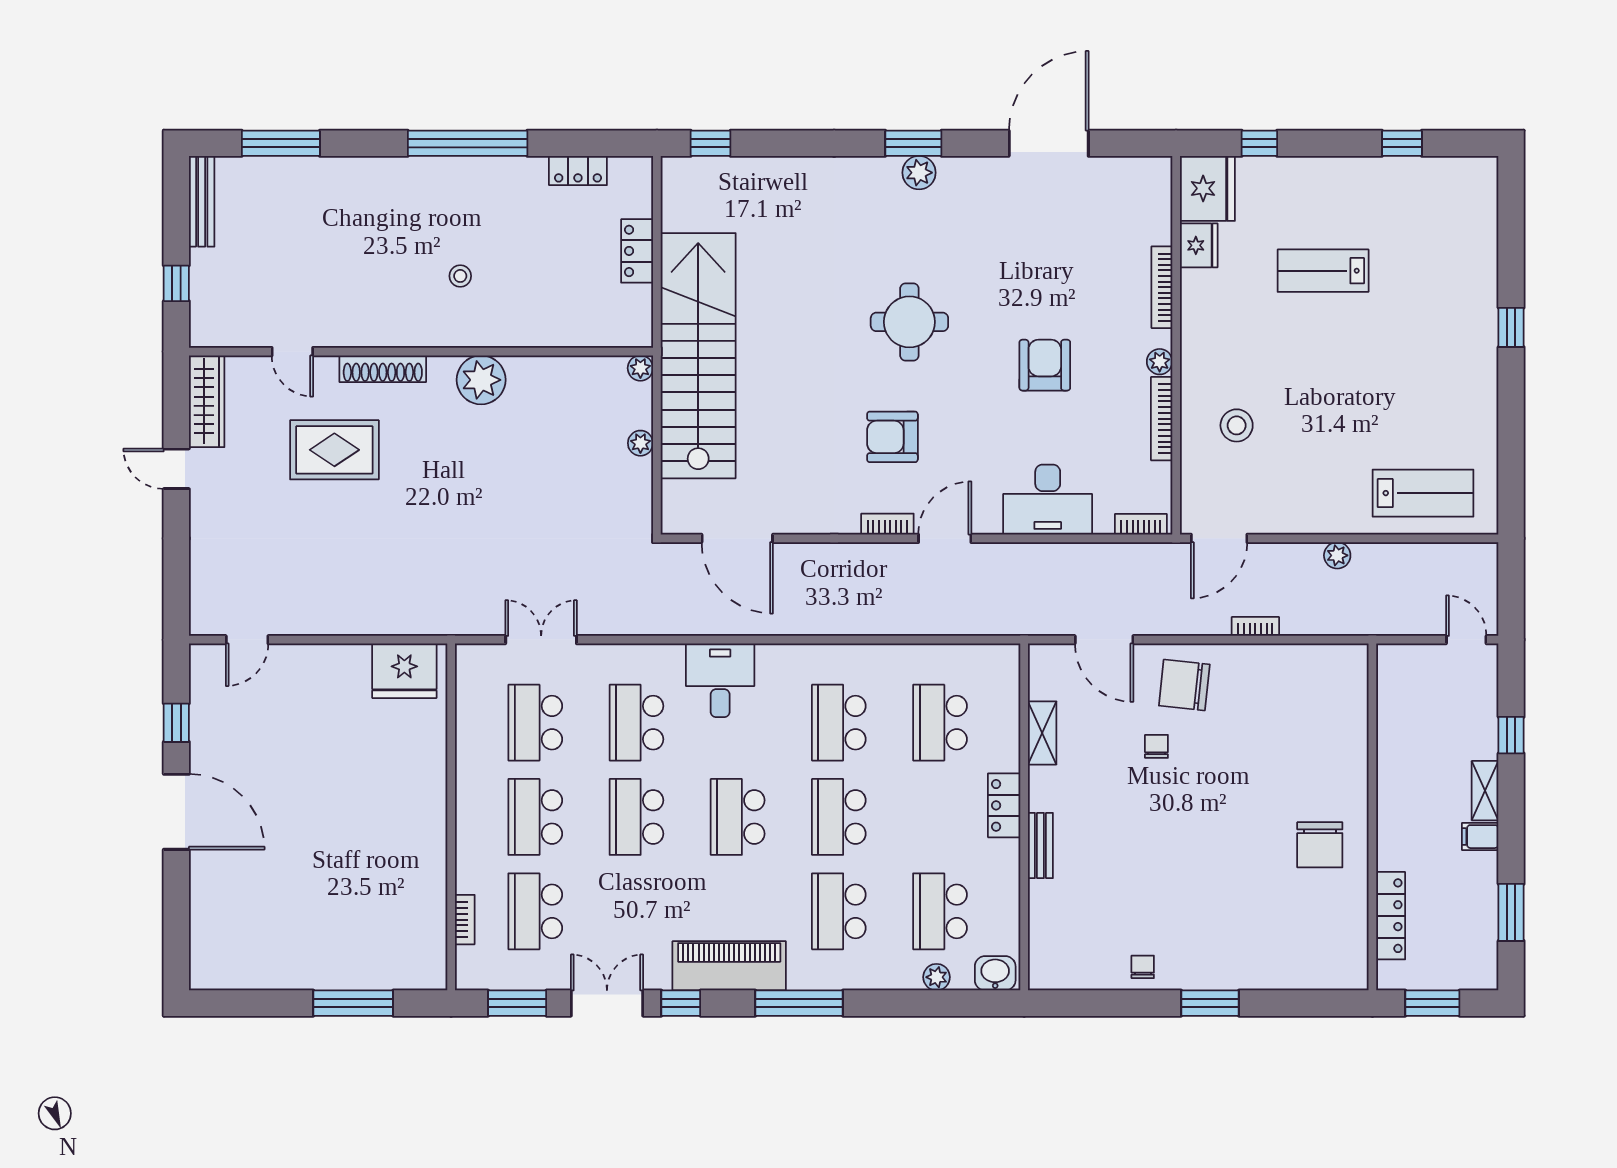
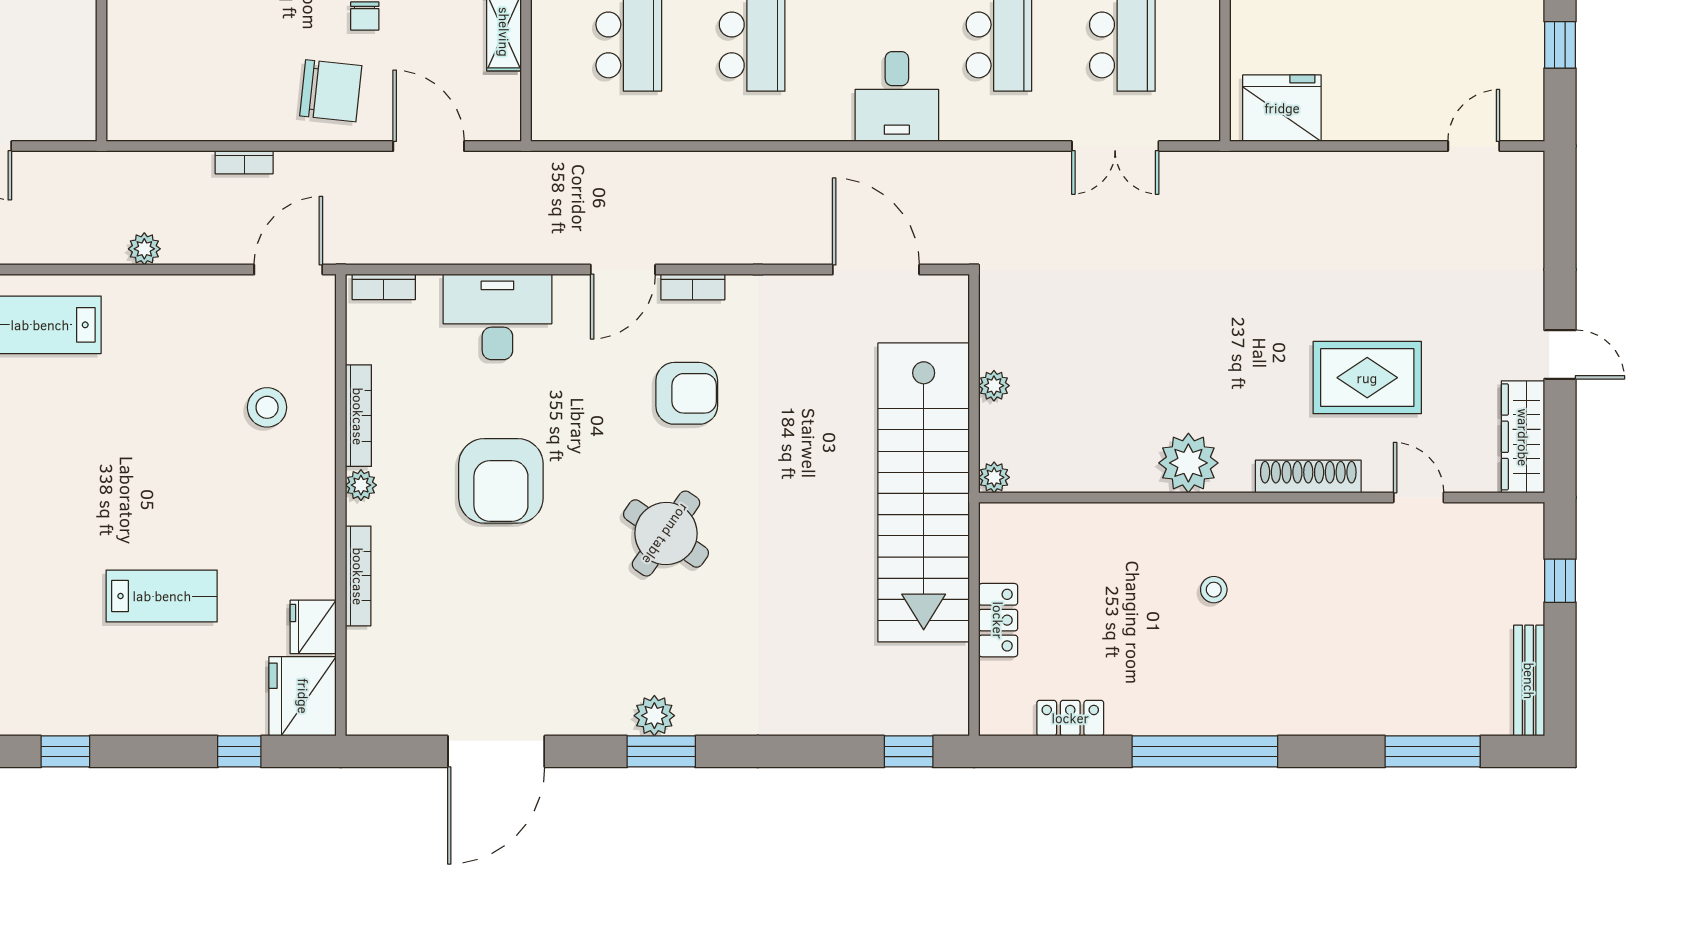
round table: (909, 322) -> (666, 534), turned 35
armchair: (1045, 365) -> (501, 481), width x1.36, depth x1.36

